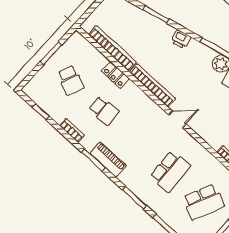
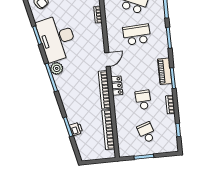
printer: (181, 39) -> (76, 129), moved
locker: (115, 75) -> (117, 86), moved
school desk: (71, 80) -> (147, 132), turned -42
door: (177, 119) -> (107, 59), swing flipped

